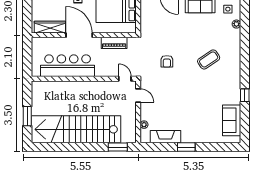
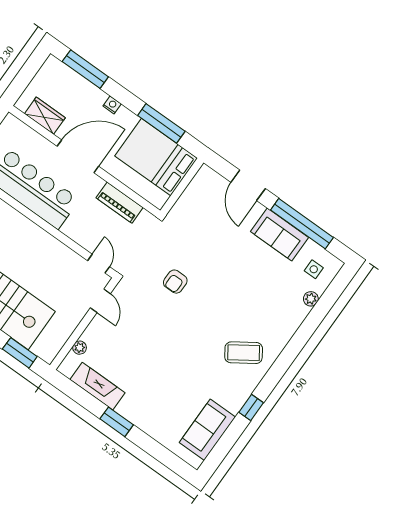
wardrobe: (50, 27) -> (45, 116), width x0.67
door: (79, 35) -> (78, 156), hinge flipped
coffee table: (209, 59) -> (244, 353), moved

